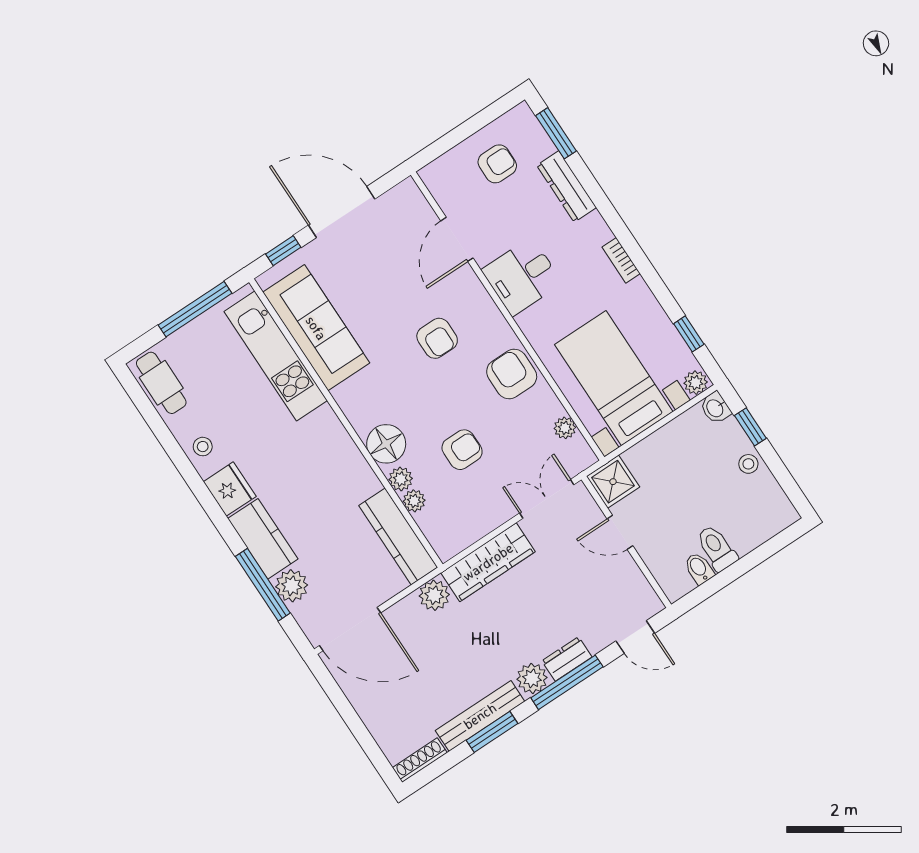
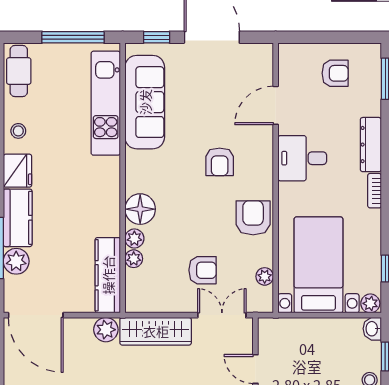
dresser: (567, 186) -> (371, 145), moved
armchair: (462, 450) -> (203, 270), moved
shower: (613, 482) -> (273, 333), removed

